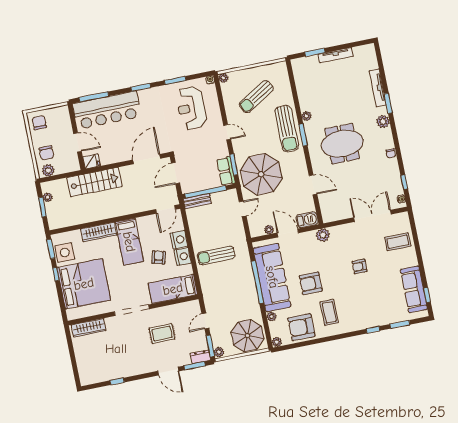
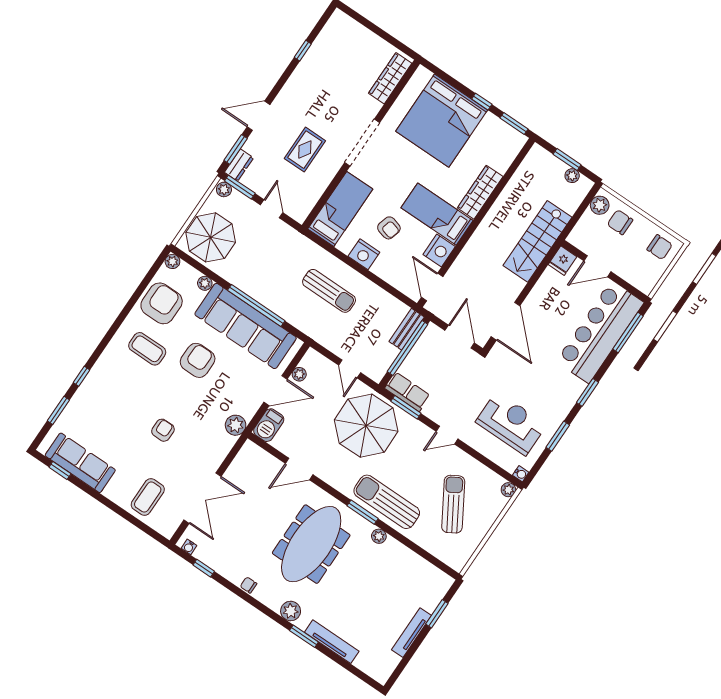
meeting table: (342, 144) -> (311, 544), width x1.36
nightstand: (179, 240) -> (439, 251), moved, turned -90
side table: (65, 253) -> (495, 134), removed
sun lounger: (216, 255) -> (329, 291), turned 90

